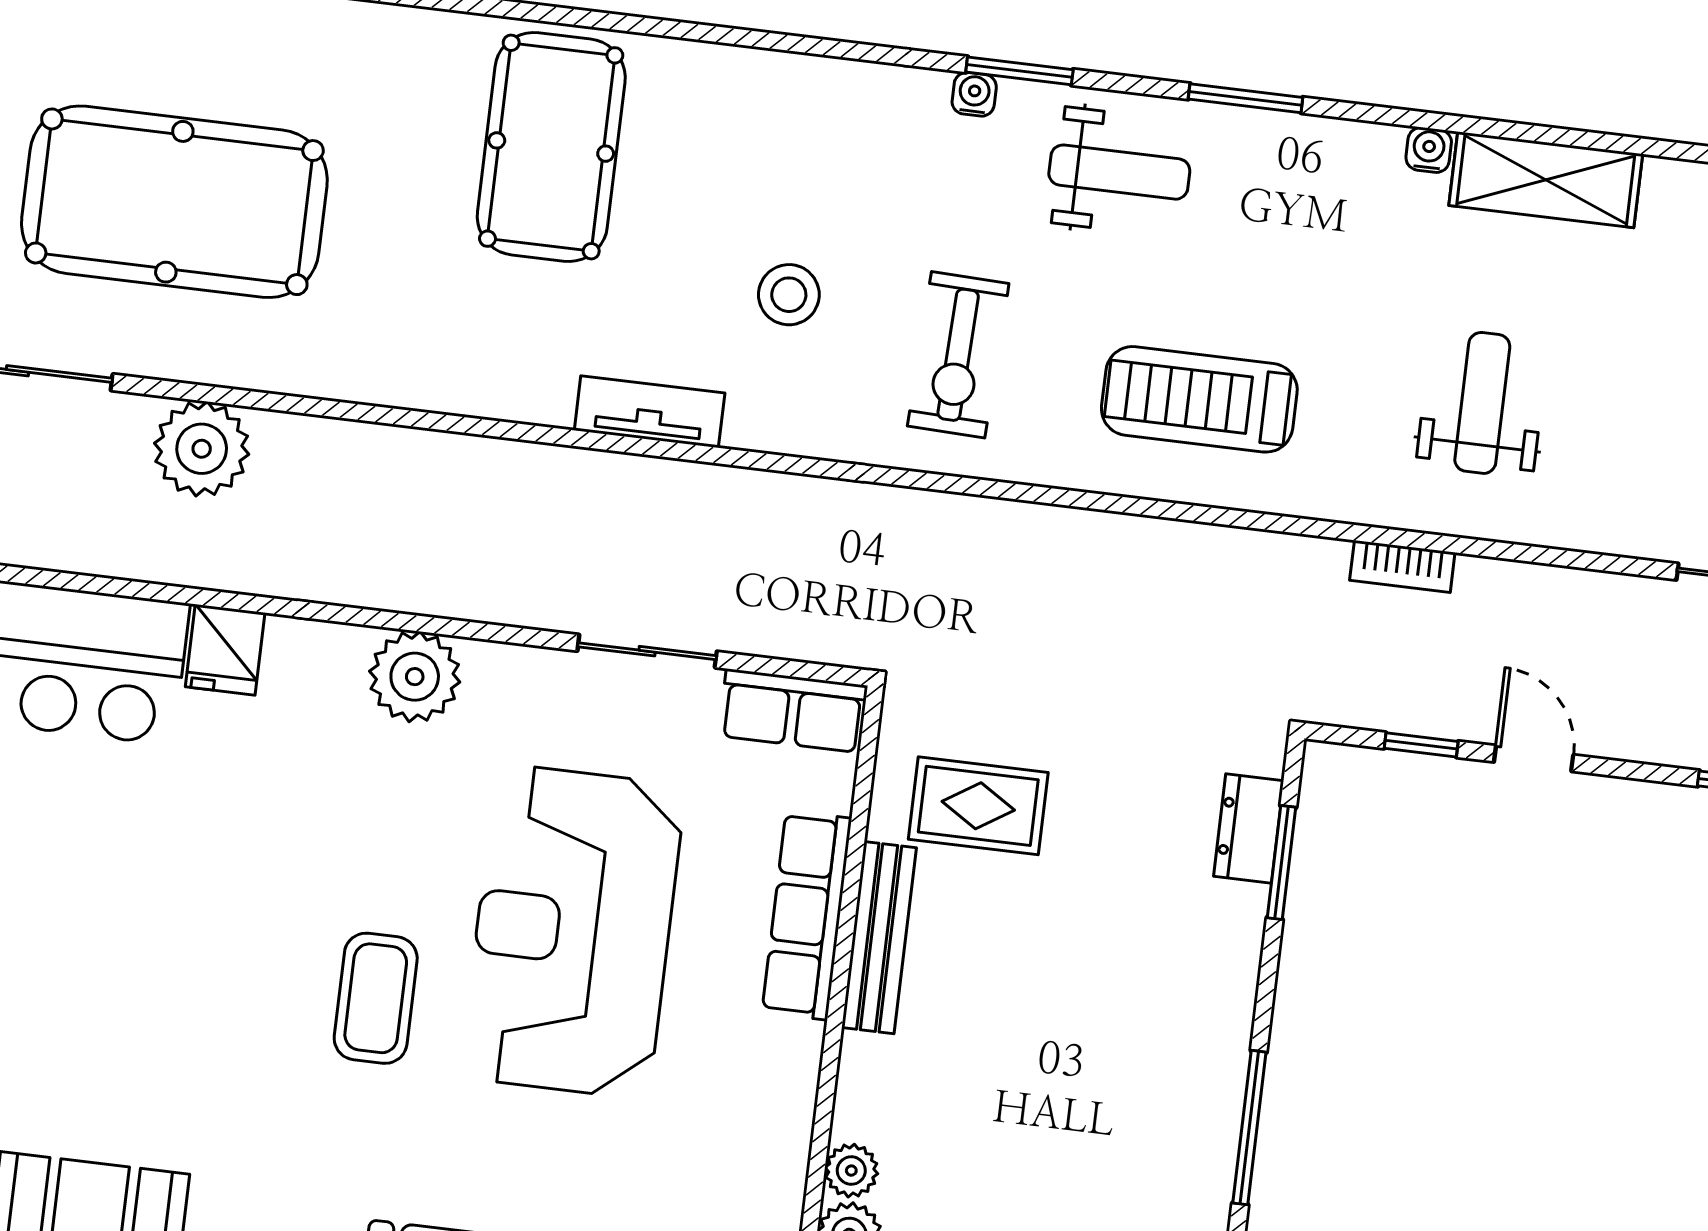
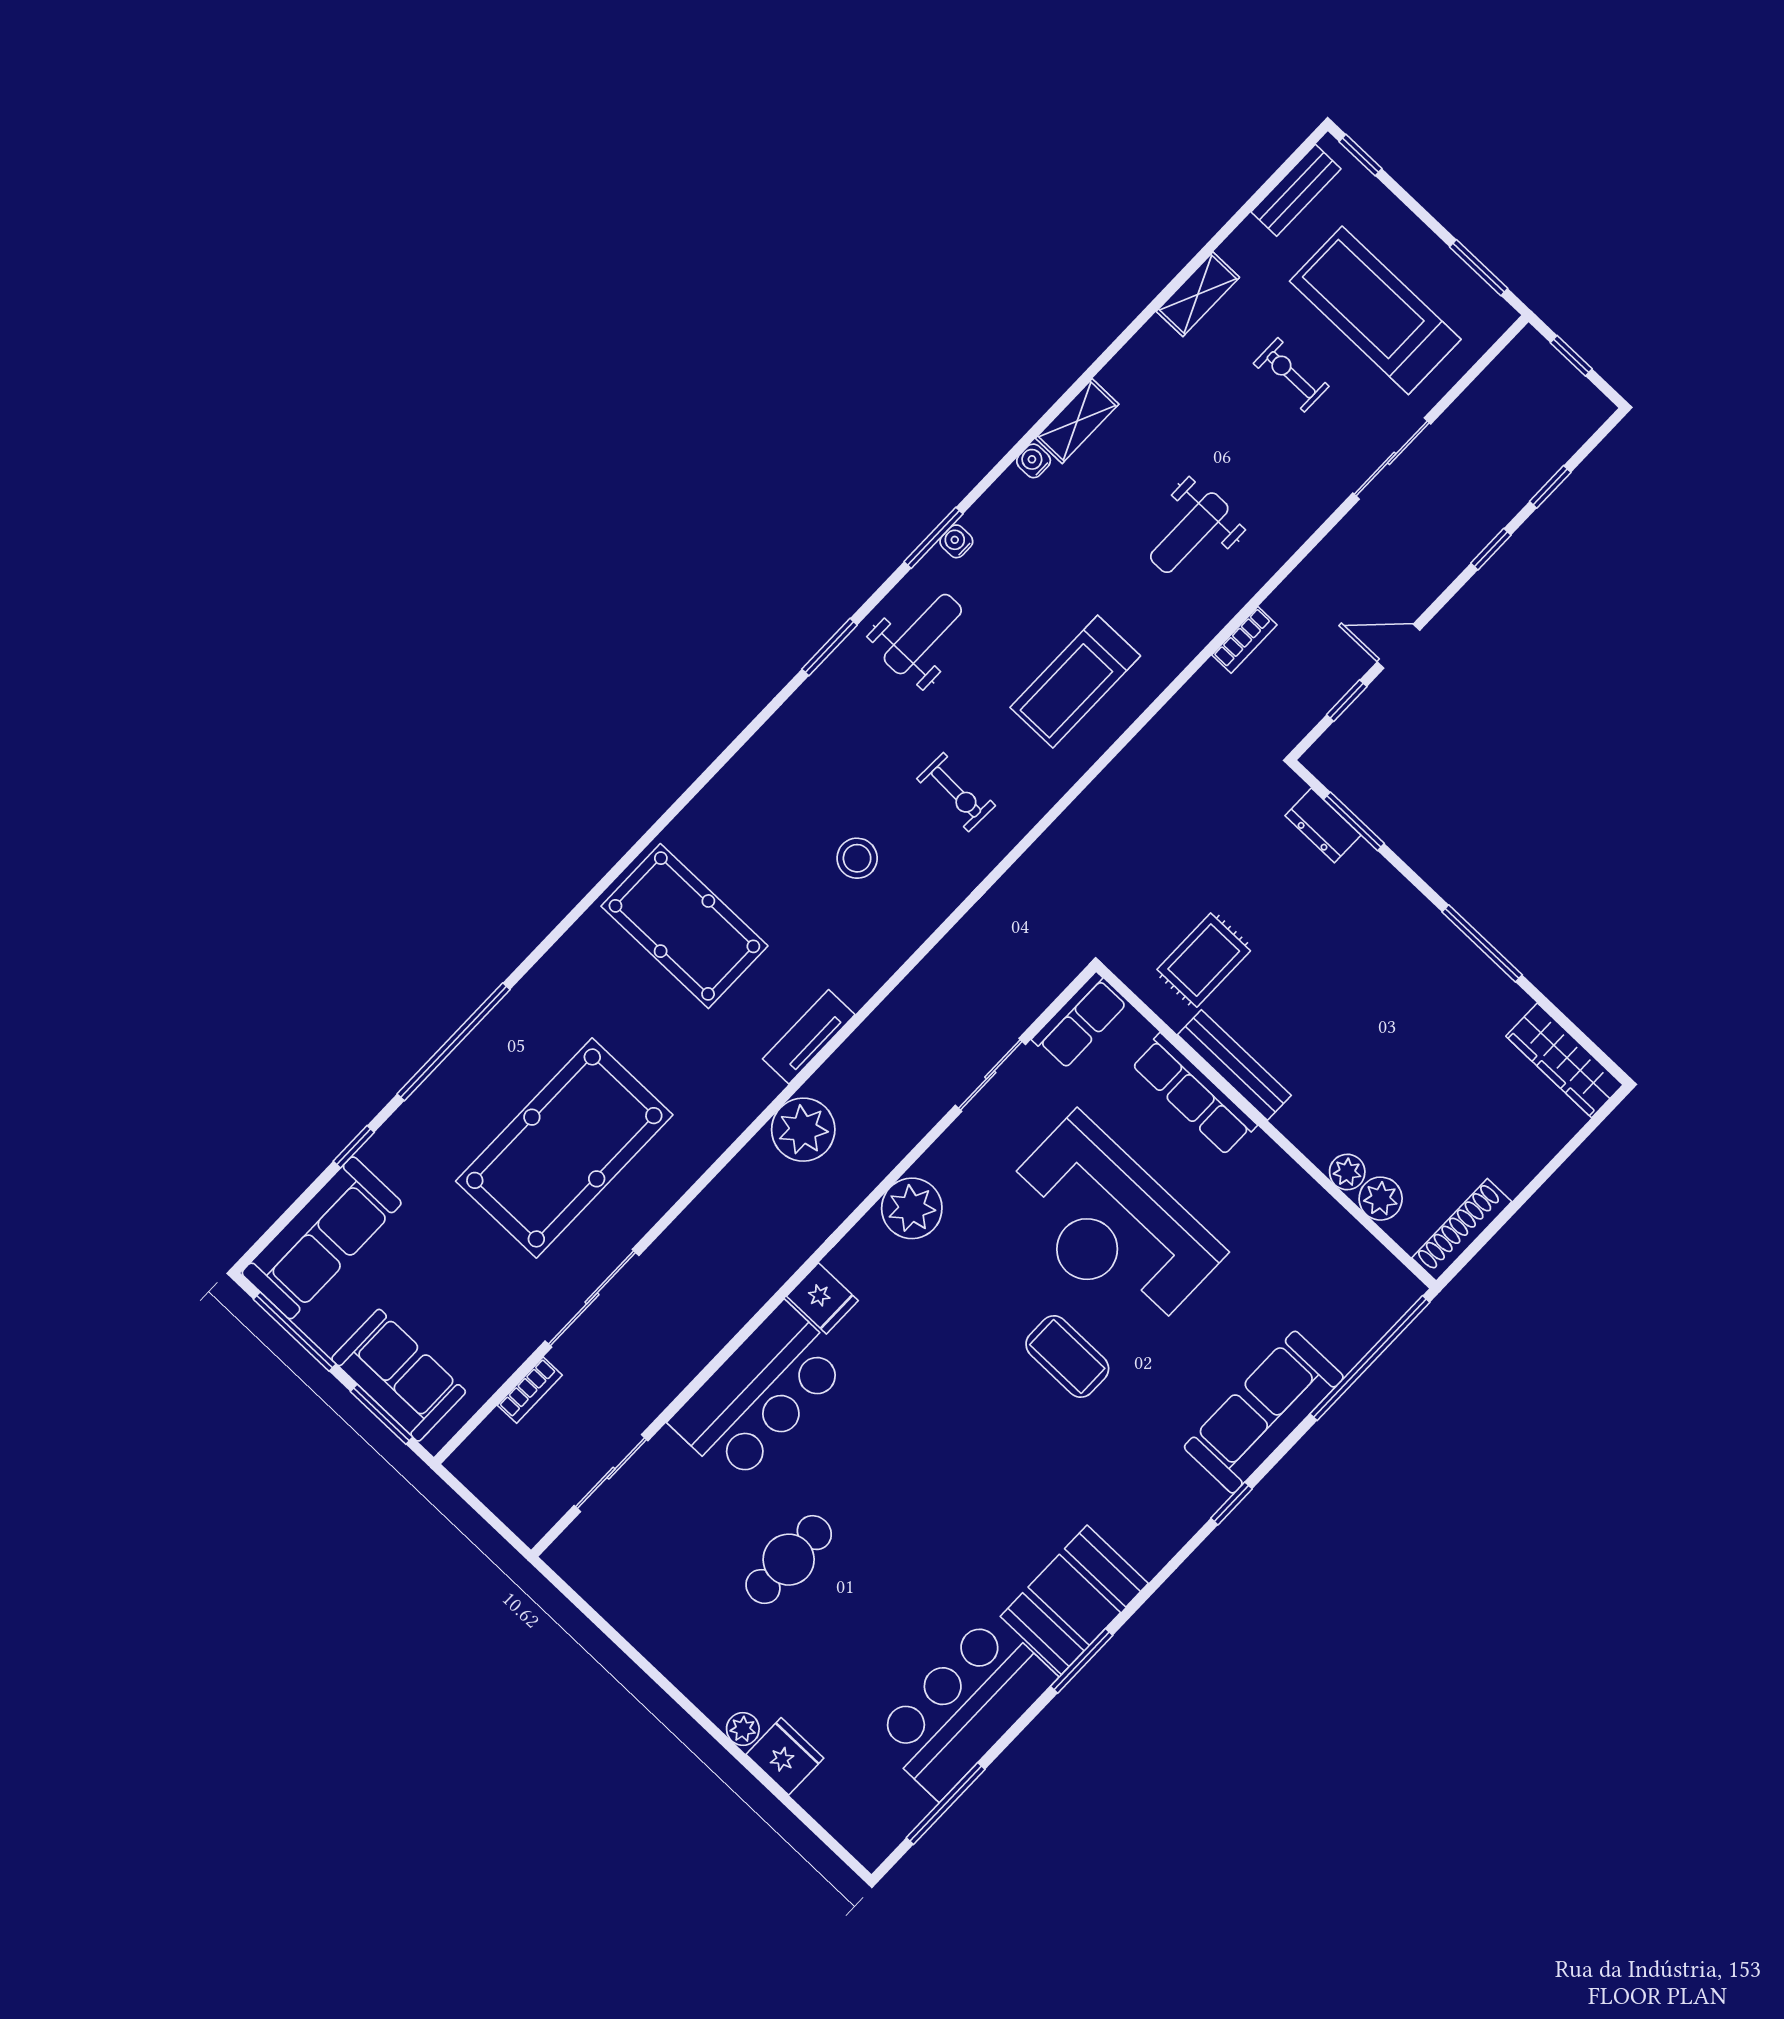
water cooler: (974, 94) -> (956, 541), moved
shelving: (1546, 180) -> (1077, 421), width x0.67, depth x0.75
exercise bike: (958, 355) -> (956, 792), width x0.73, depth x0.72
weight bench: (1482, 403) -> (1189, 533), turned -90
tv unit: (650, 412) -> (809, 1037), moved
plant: (202, 449) -> (803, 1130), moved

